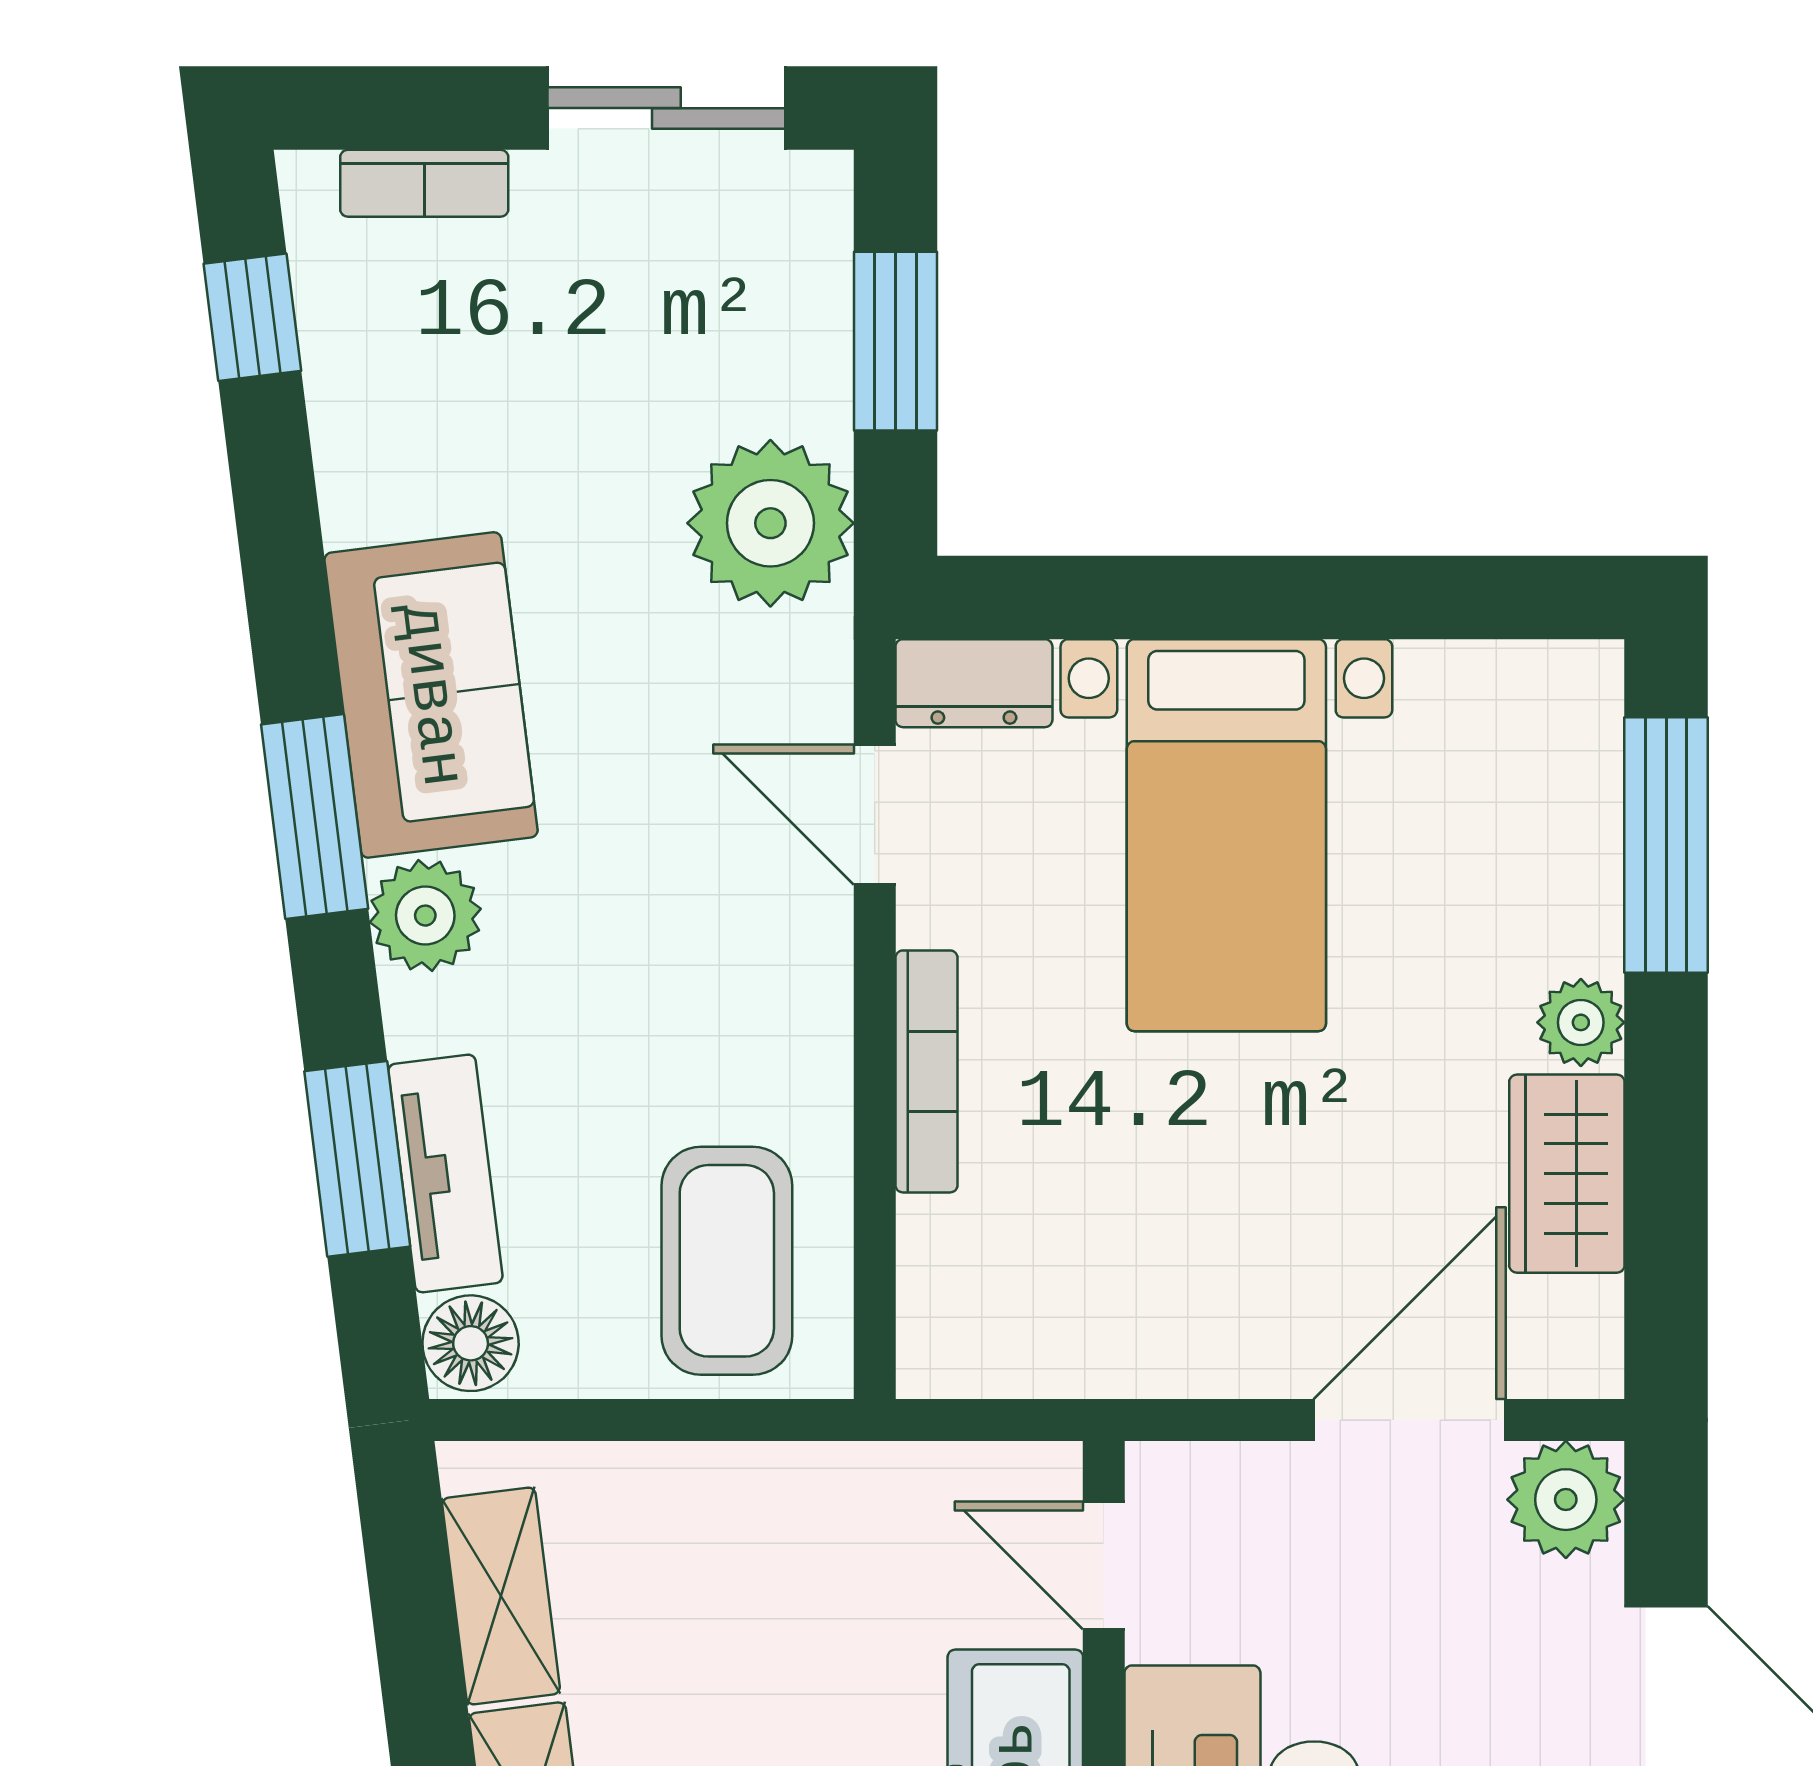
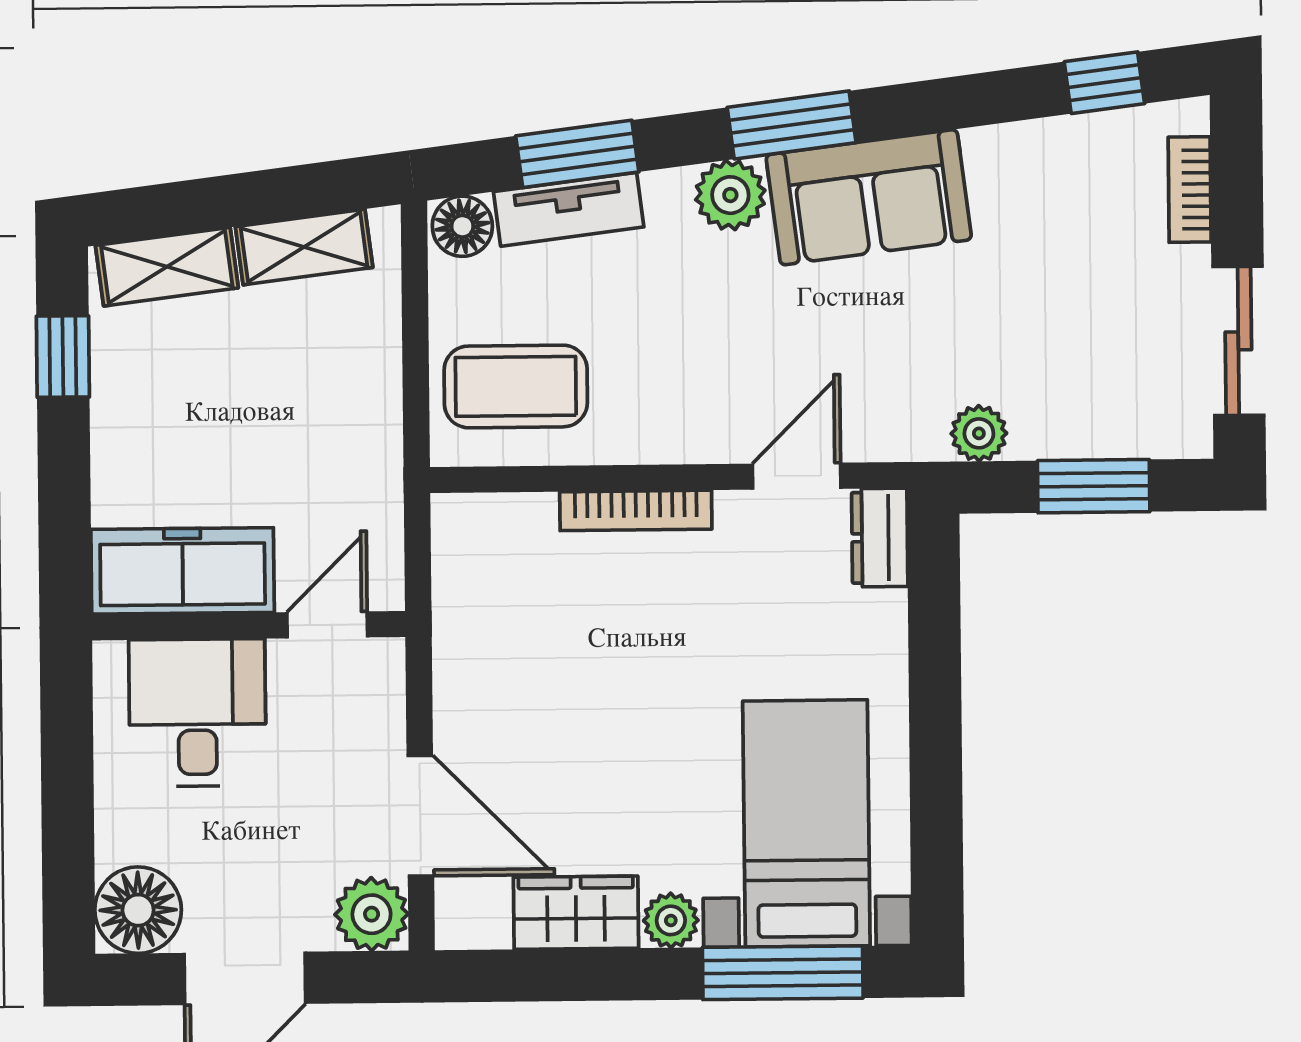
plant: (770, 523) -> (979, 433), width x0.53, depth x0.53
bed with nightstands: (1226, 835) -> (806, 823), moved, turned 90

